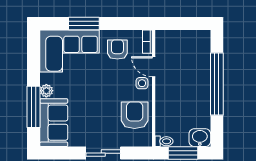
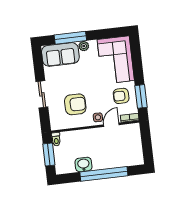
window: (84, 23) -> (141, 96), moved
armchair: (117, 50) -> (121, 96), turned 180
armchair: (135, 115) -> (75, 104), moved
washbasin: (200, 138) -> (83, 165), moved, turned -90

